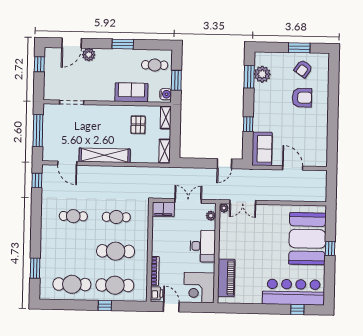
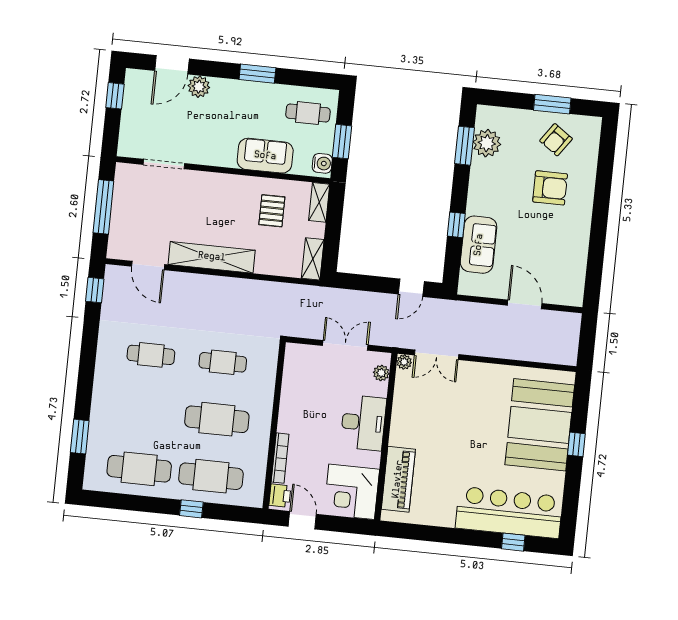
sofa: (262, 149) -> (479, 245), moved
filing cabinet: (163, 209) -> (303, 356), removed

